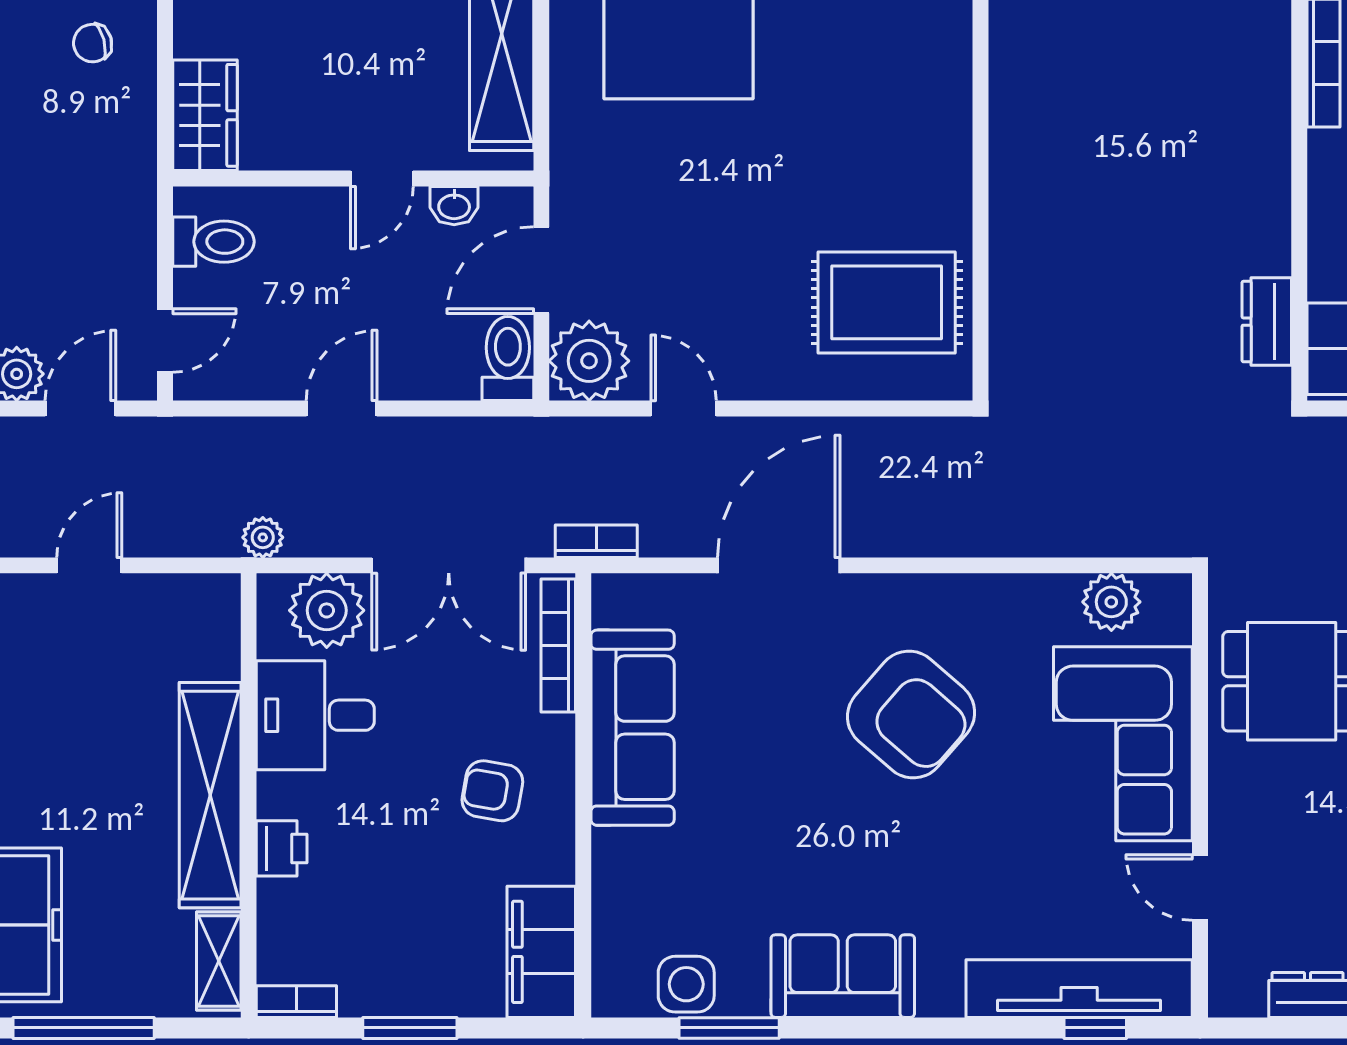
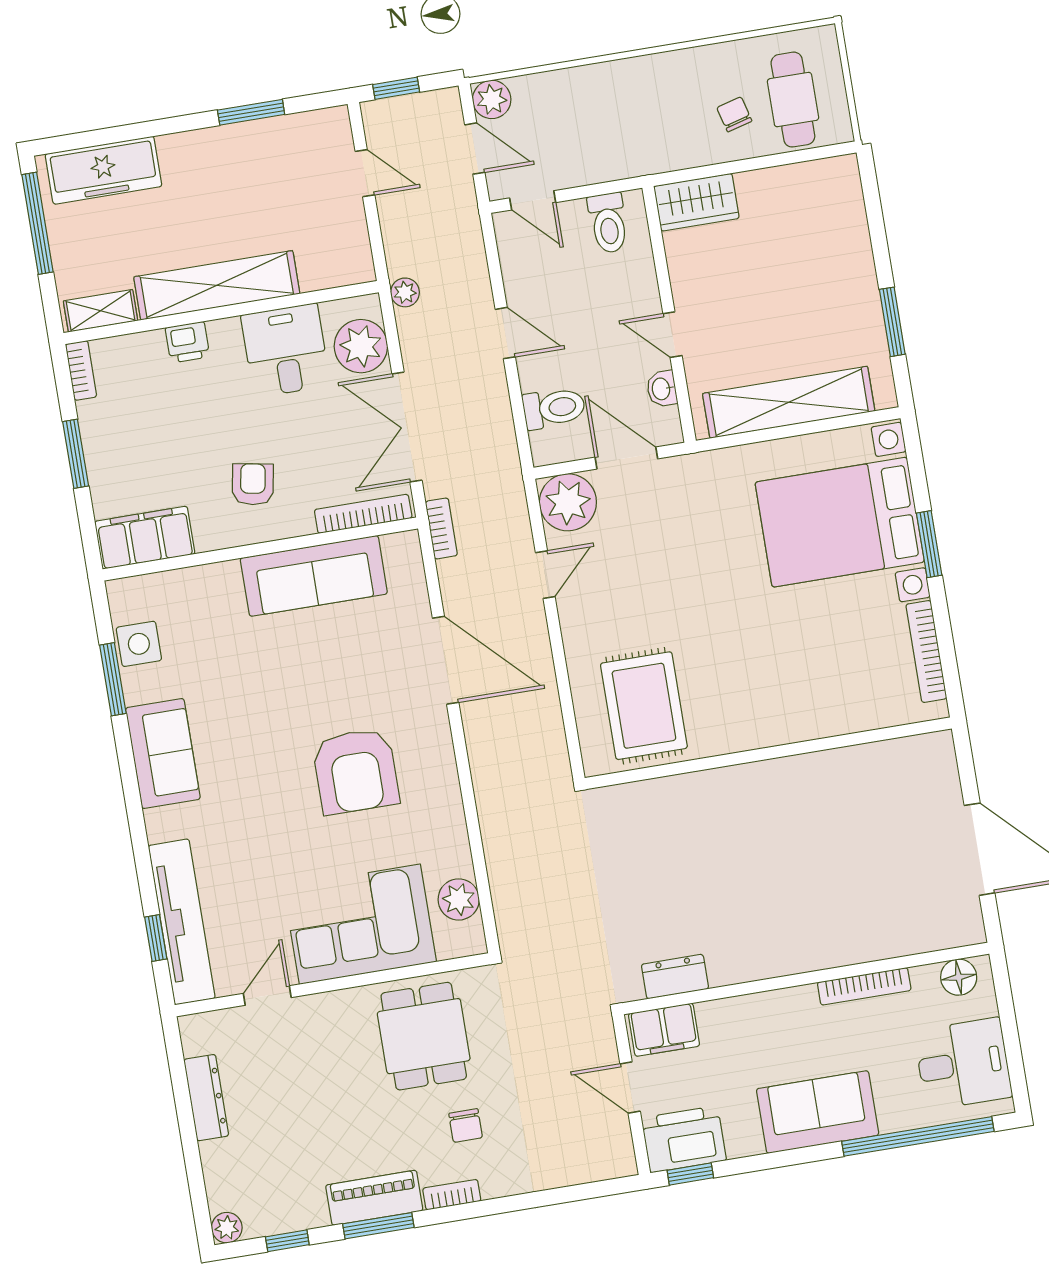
toilet: (508, 358) -> (554, 408), moved
armchair: (911, 714) -> (356, 771), turned -41

